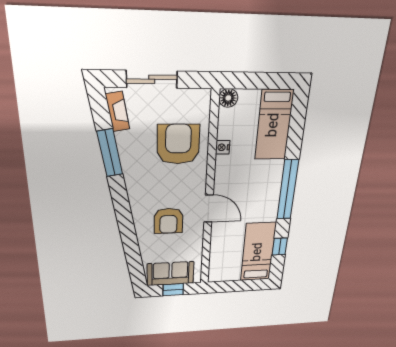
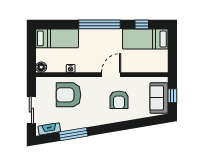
armchair: (168, 221) -> (119, 100), turned 90

